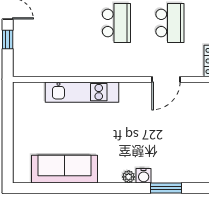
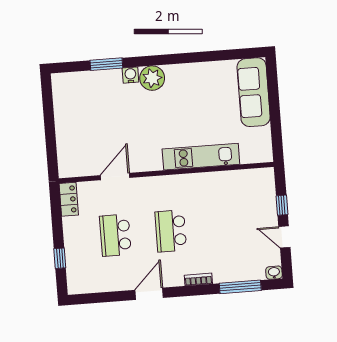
sofa: (65, 169) -> (254, 92), moved, turned 90
plant: (129, 177) -> (152, 78), width x1.87, depth x1.87

